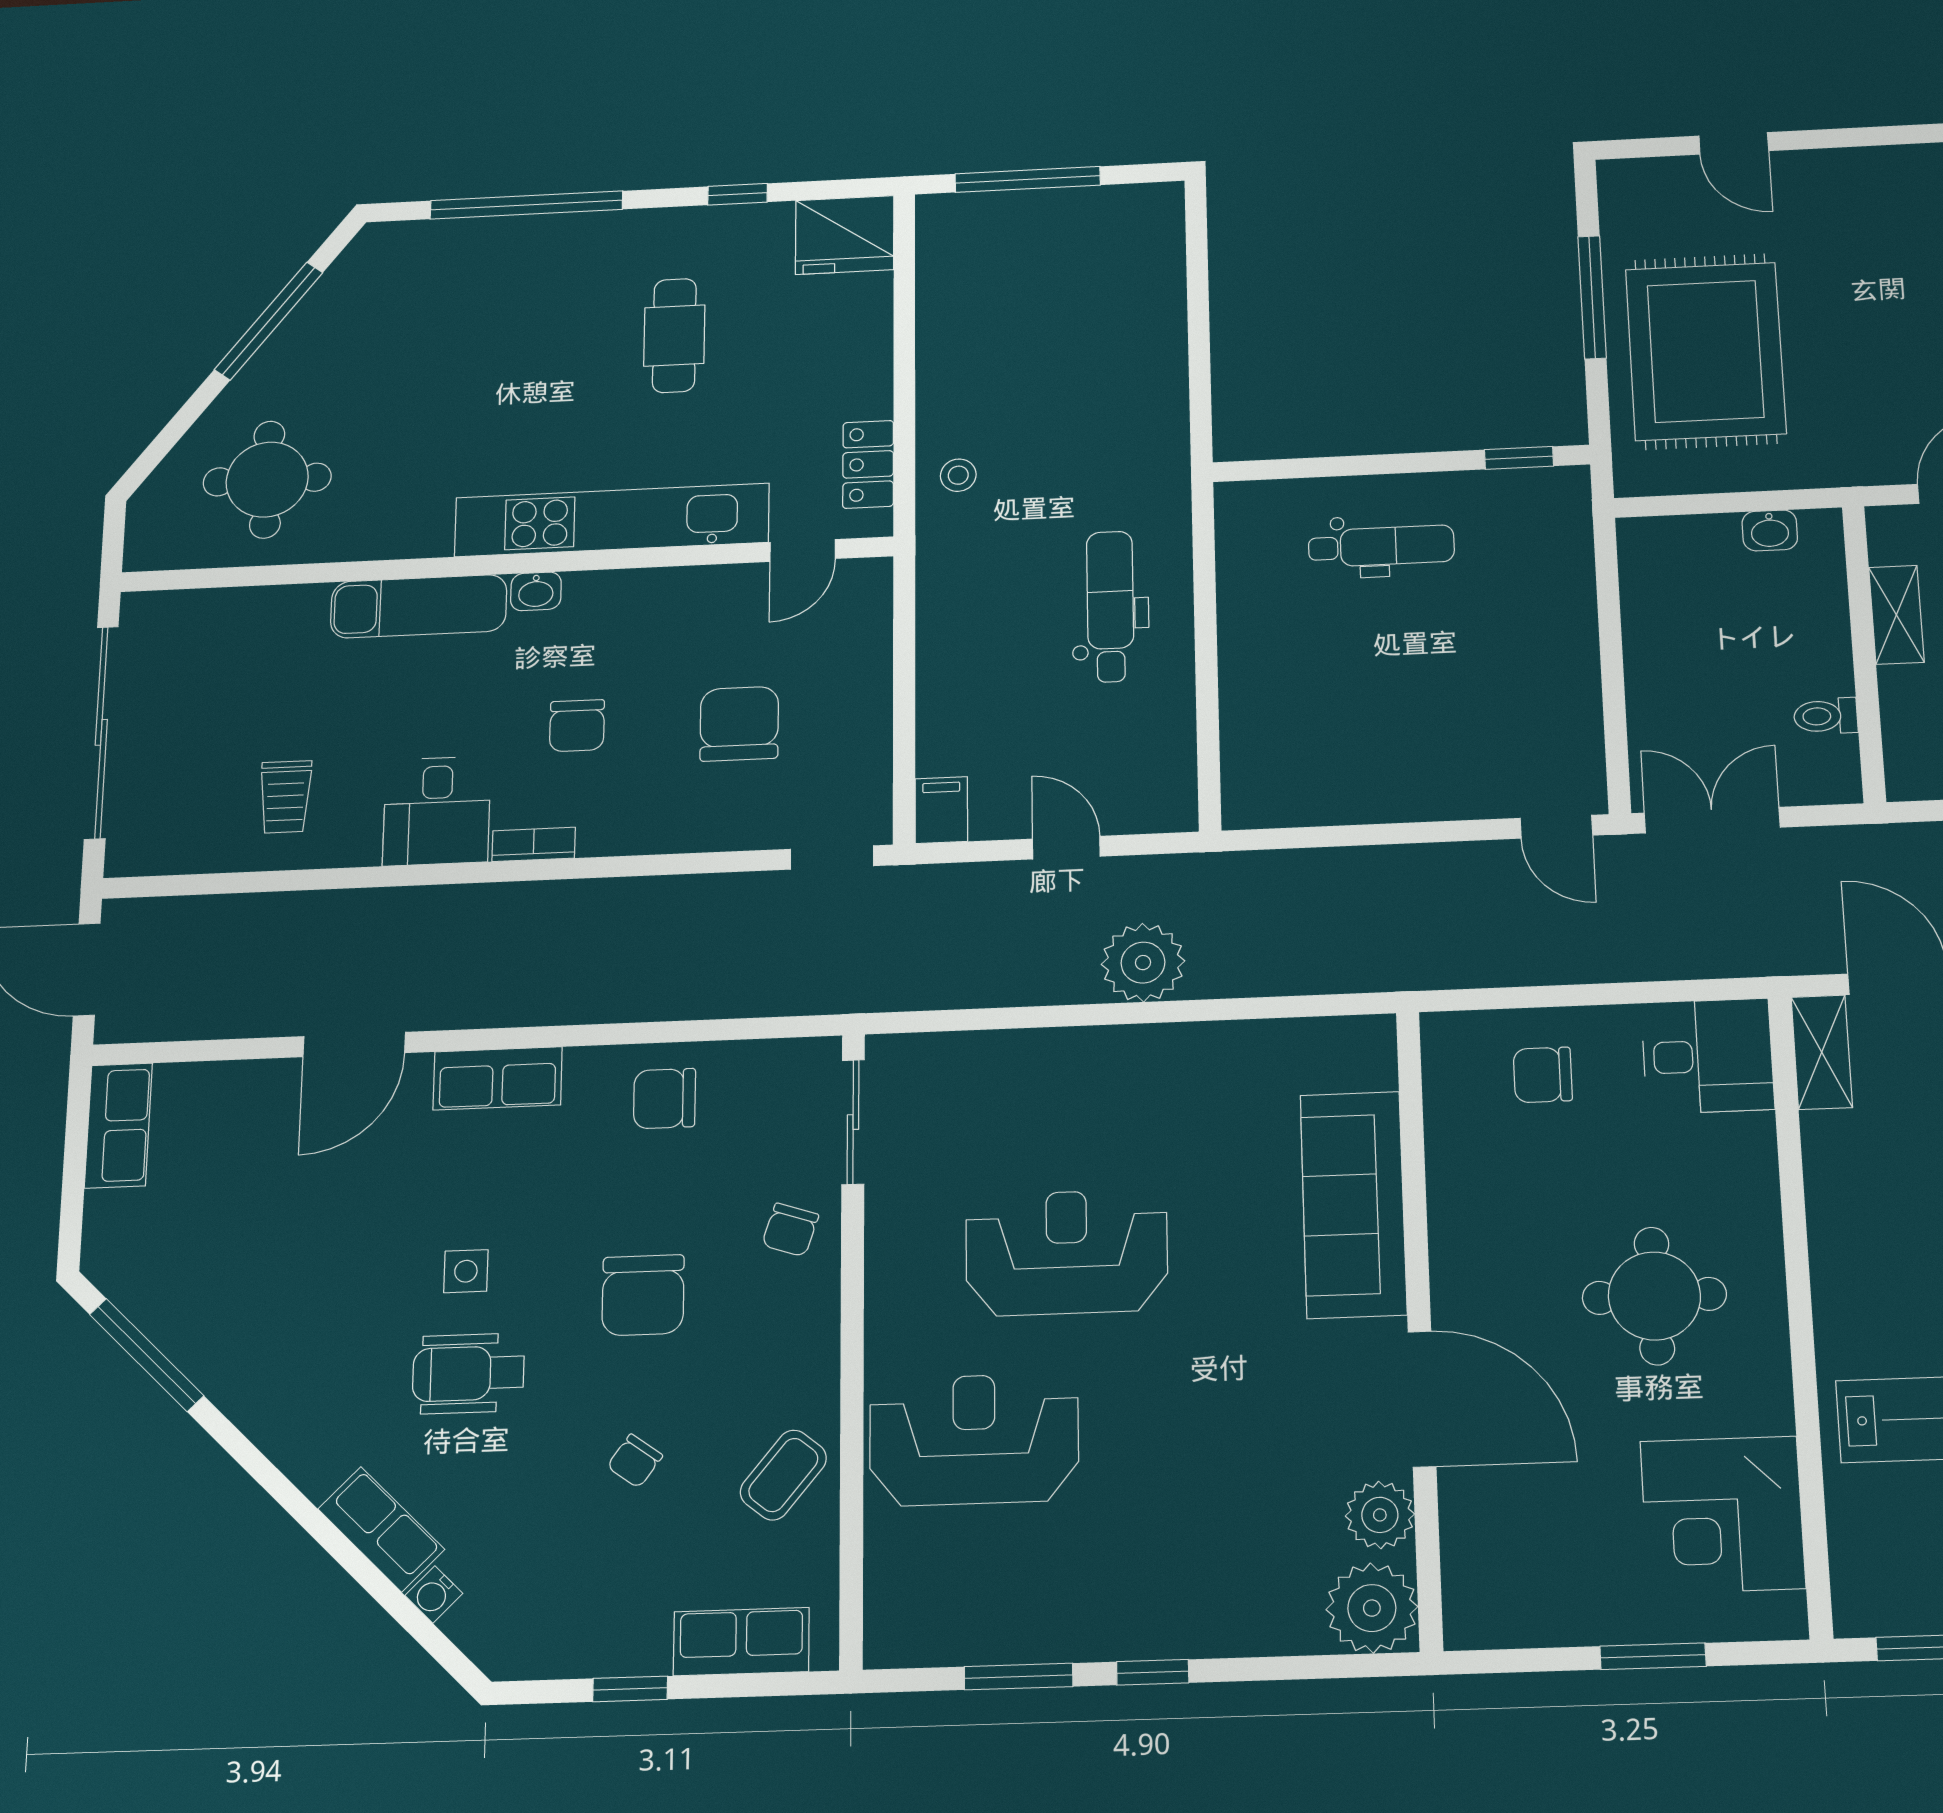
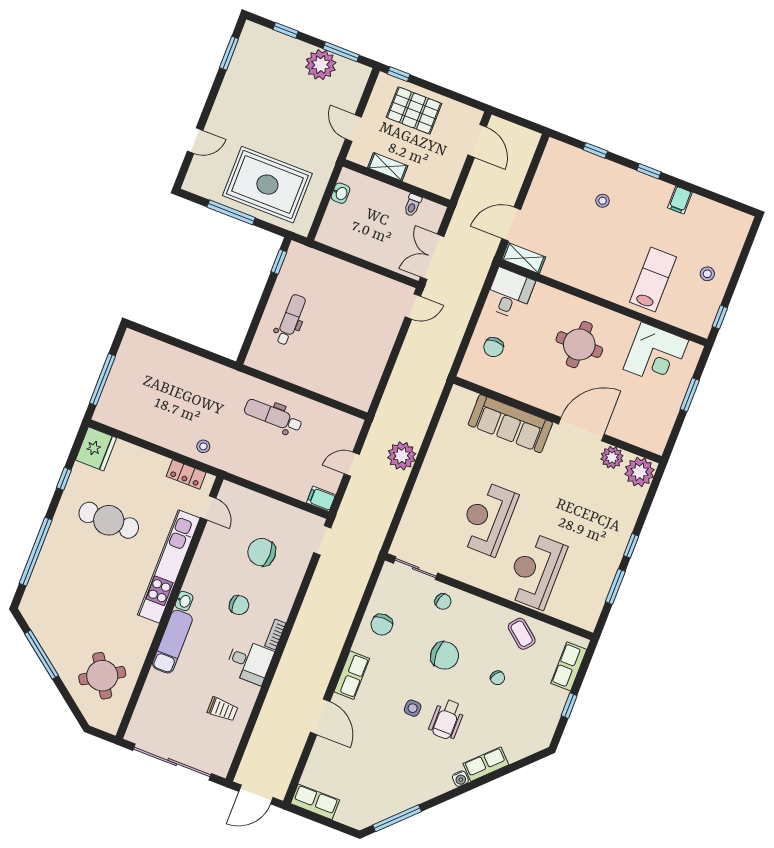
cafe table: (674, 336) -> (109, 520), width x1.37, depth x1.35
round table: (267, 480) -> (102, 676), turned -32
water cooler: (434, 1594) -> (460, 779), moved

